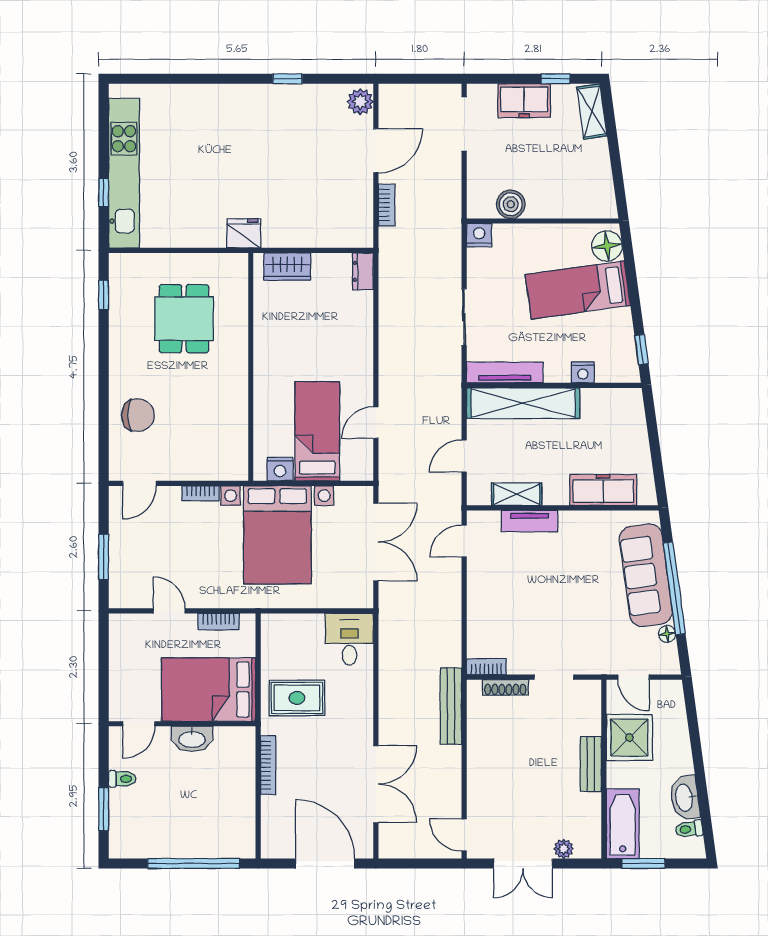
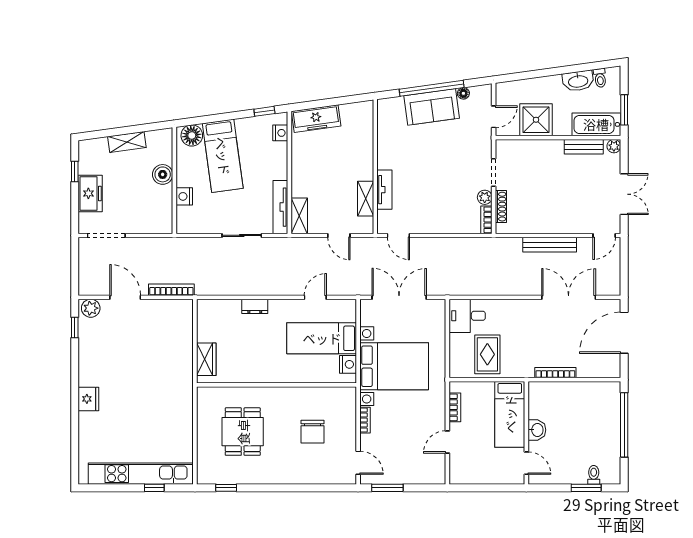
window: (287, 79) -> (75, 328), moved
shelving: (592, 112) -> (127, 142), moved
boiler: (511, 204) -> (163, 174), moved
bookcase: (387, 205) -> (171, 290), width x1.56
fridge: (244, 233) -> (88, 399), moved, turned 180
nightstand: (479, 235) -> (184, 196), moved
dresser: (363, 271) -> (255, 306), moved
dining table: (184, 319) -> (243, 432), turned 90
nightstand: (583, 372) -> (280, 133), moved
shelving: (523, 403) -> (299, 216), width x0.45, depth x0.75
chair: (138, 415) -> (313, 432), moved, turned 180
door: (376, 422) -> (315, 297), swing flipped
freezer: (603, 490) -> (316, 119), moved, turned -98
window: (104, 557) -> (387, 488), moved
sofa: (646, 575) -> (432, 107), width x0.73
plant: (519, 664) -> (485, 197), added
bed: (209, 690) -> (510, 414), width x0.67
rug: (297, 698) -> (487, 354), moved
bench: (451, 706) -> (550, 245), moved
washbasin: (192, 739) -> (537, 430), width x0.72
bench: (591, 764) -> (584, 147), moved
toilet: (122, 779) -> (594, 475), moved
plant: (564, 849) -> (614, 146), moved

